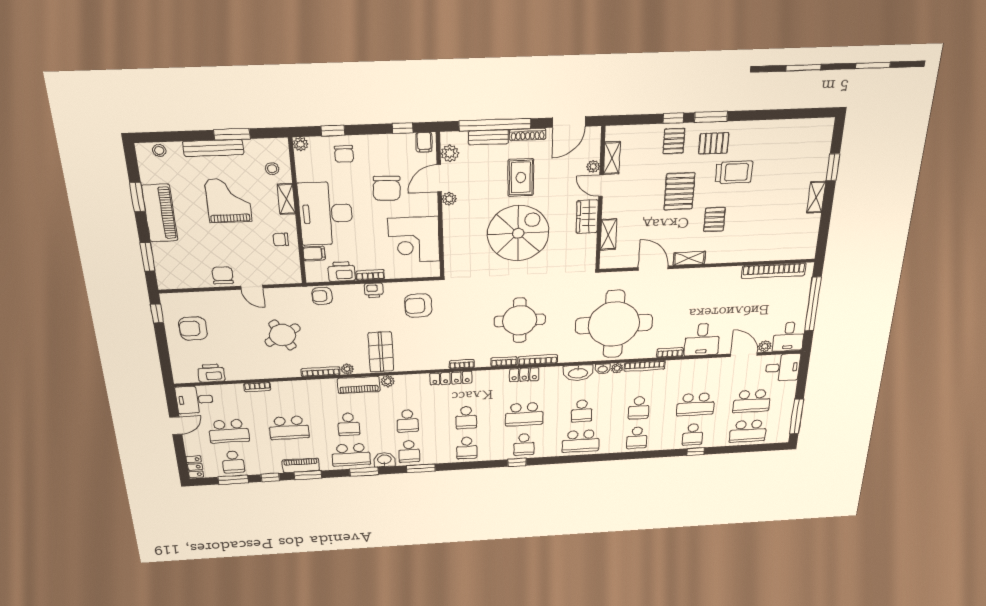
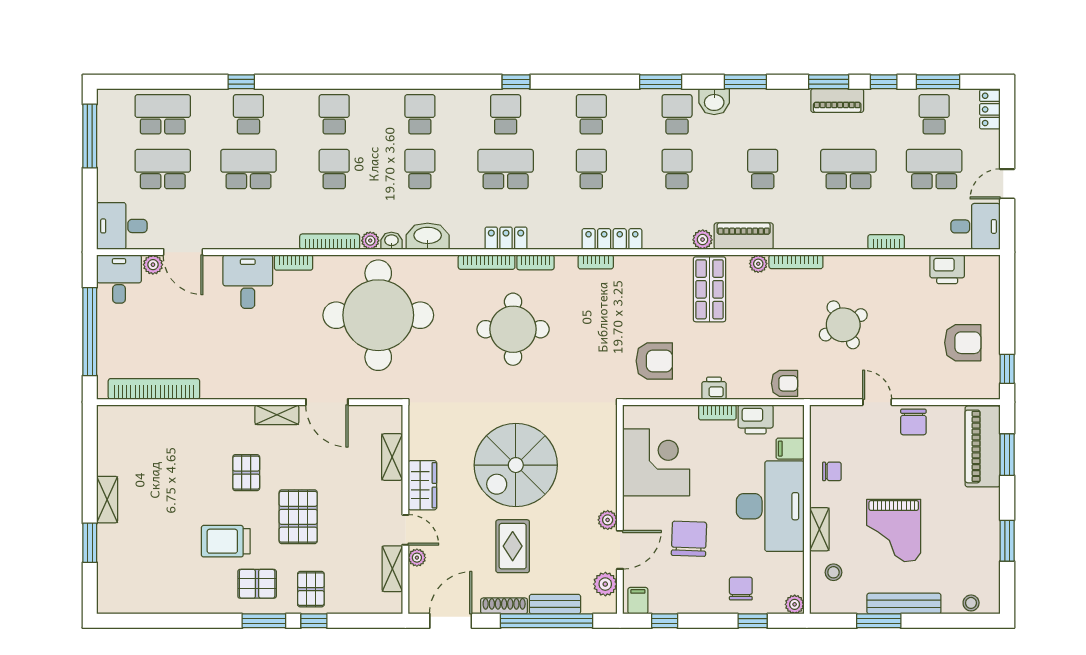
piano: (160, 213) -> (983, 446), moved
school desk: (581, 441) -> (420, 114), width x0.54
school desk: (351, 455) -> (763, 114), removed

